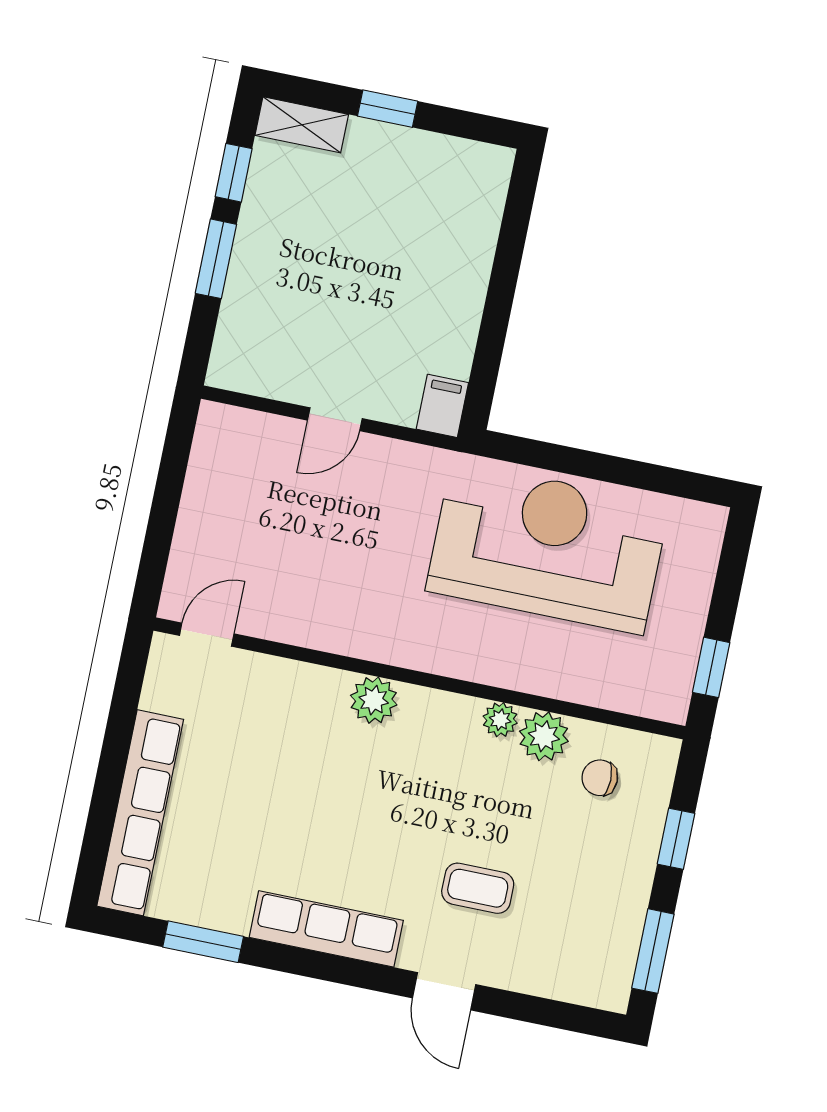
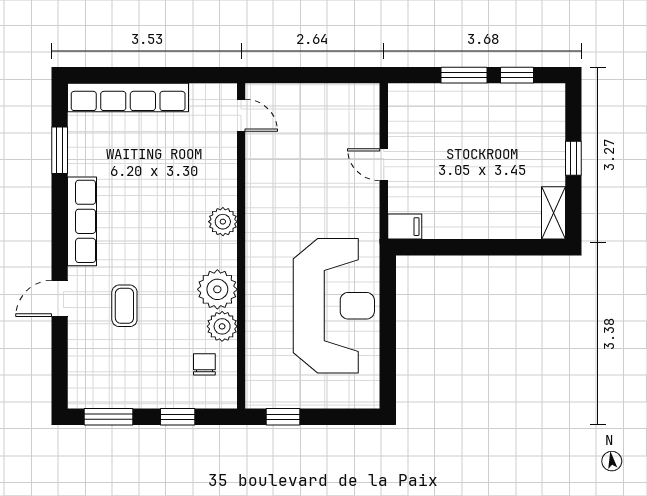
shelving: (302, 125) -> (554, 213), moved
plant: (500, 720) -> (217, 289), width x1.88, depth x1.88

